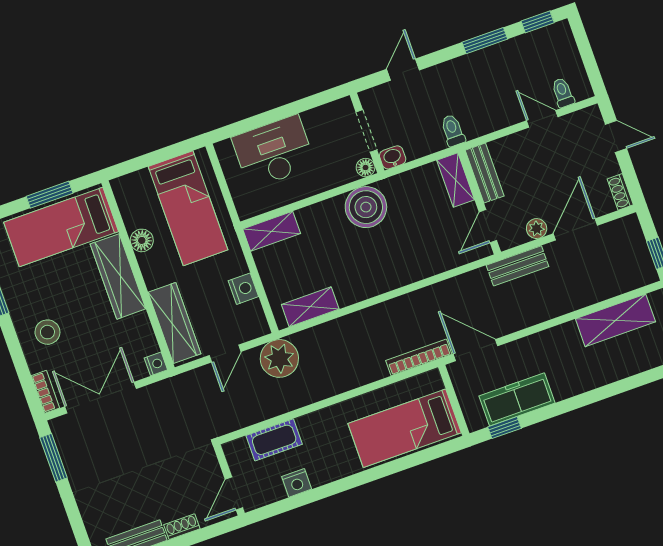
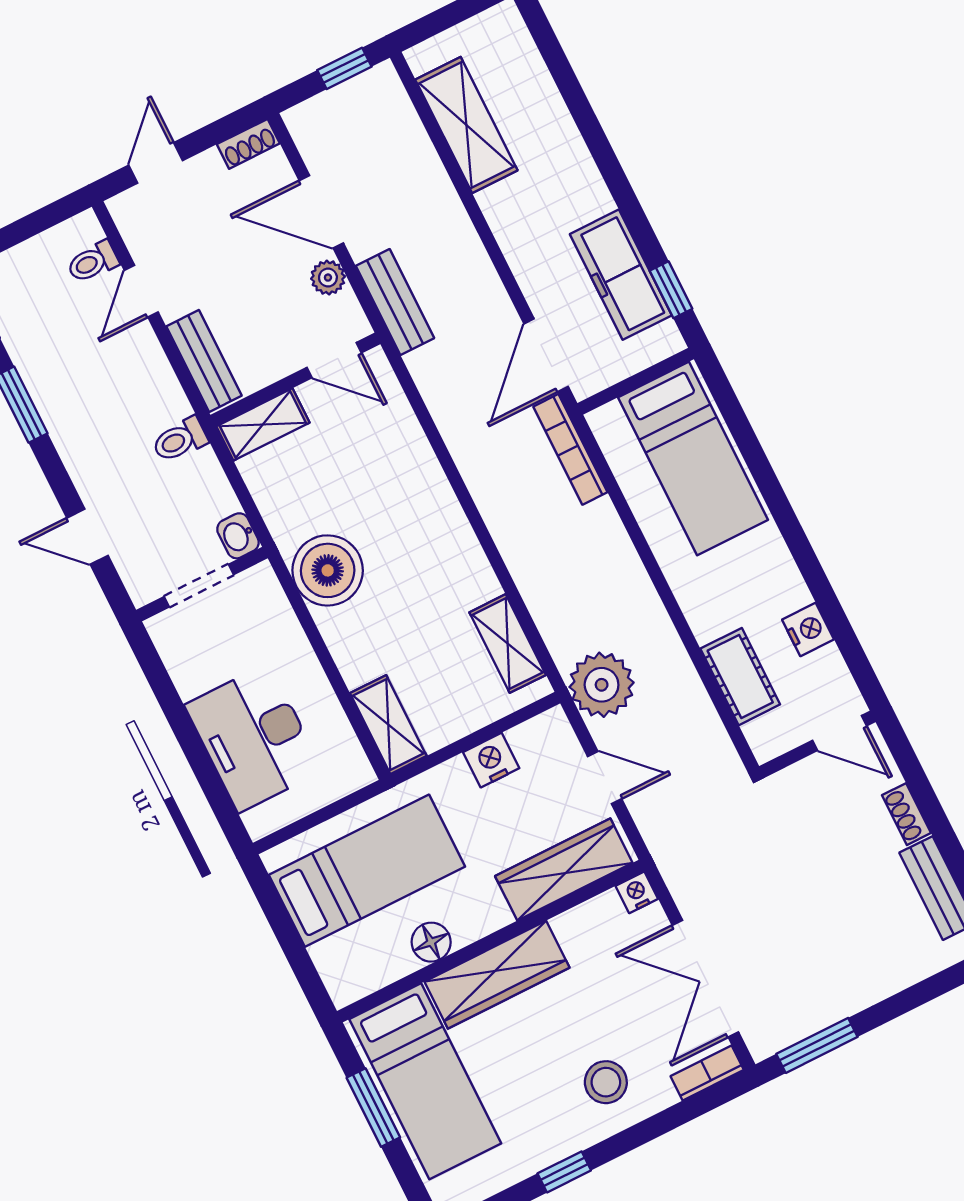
floor lamp: (366, 168) -> (261, 579), removed
bench: (485, 173) -> (204, 361), moved, turned 90

